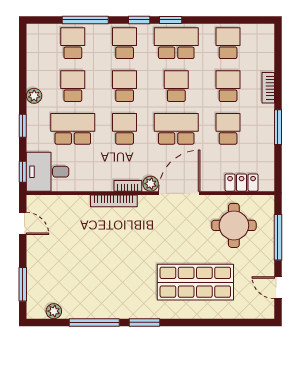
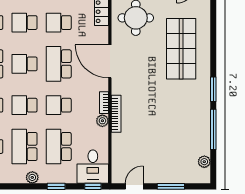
school desk: (73, 86) -> (24, 147), width x1.85
plant: (151, 184) -> (102, 121), moved
window: (23, 284) -> (171, 186), moved

